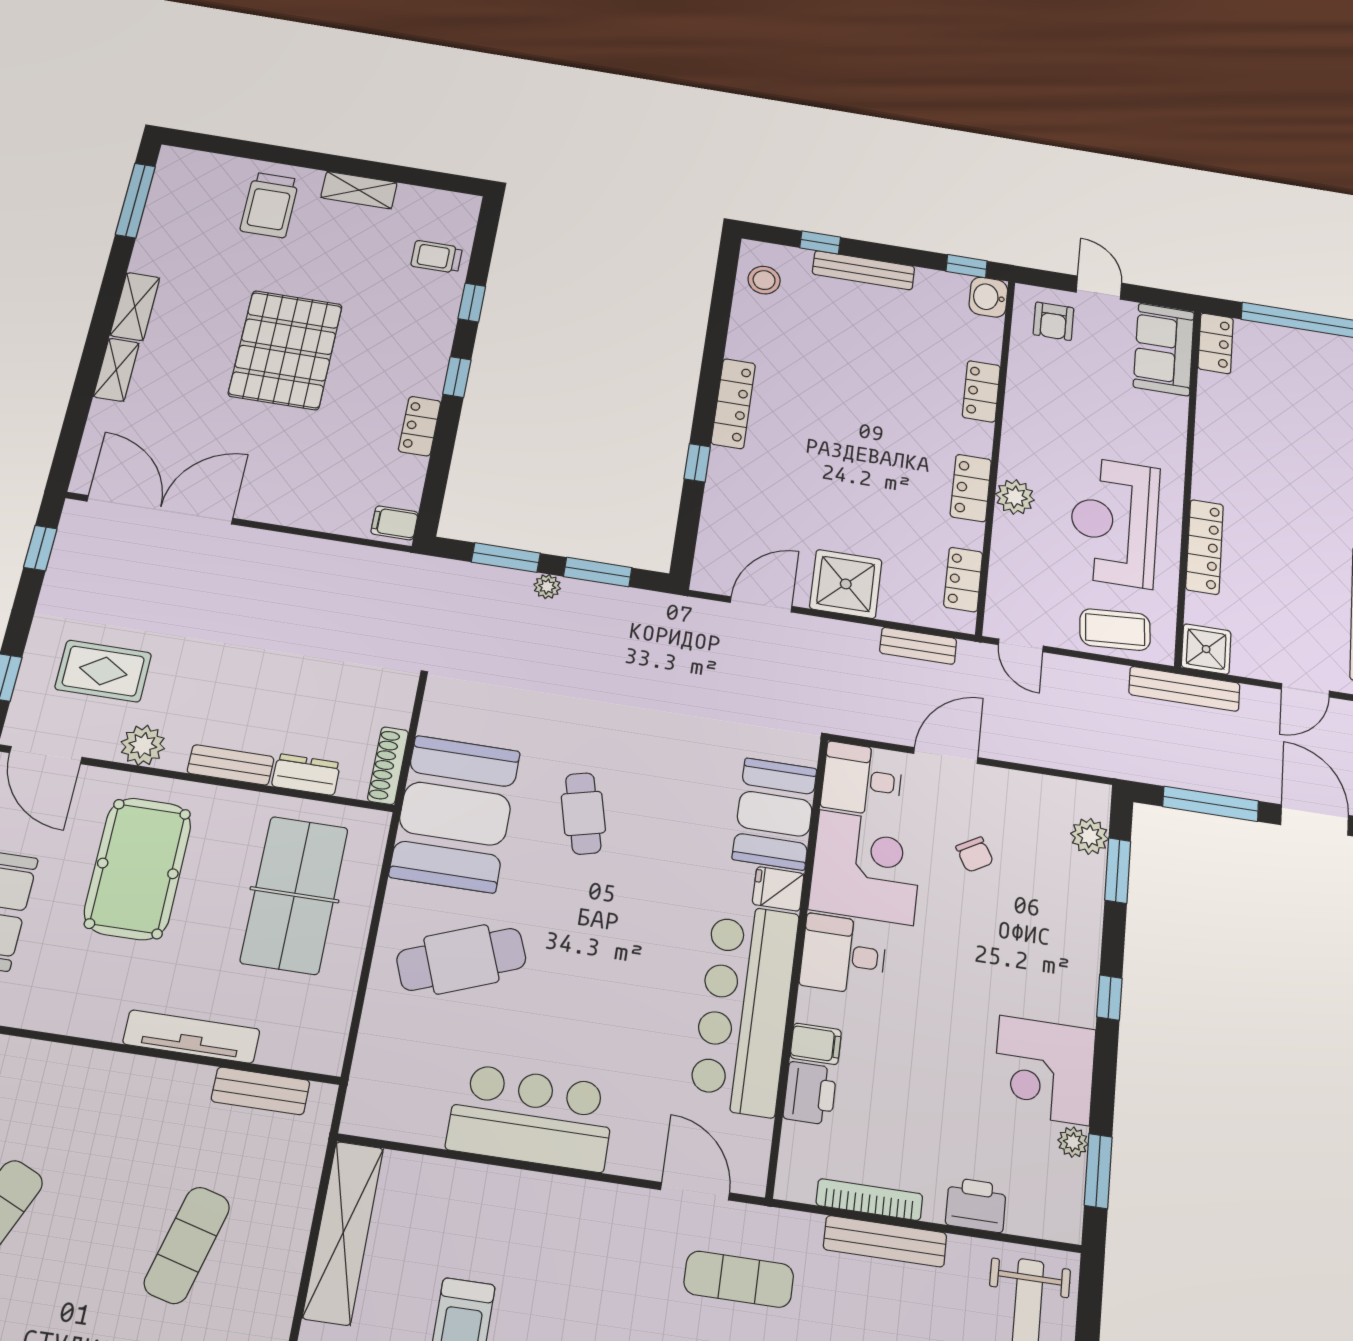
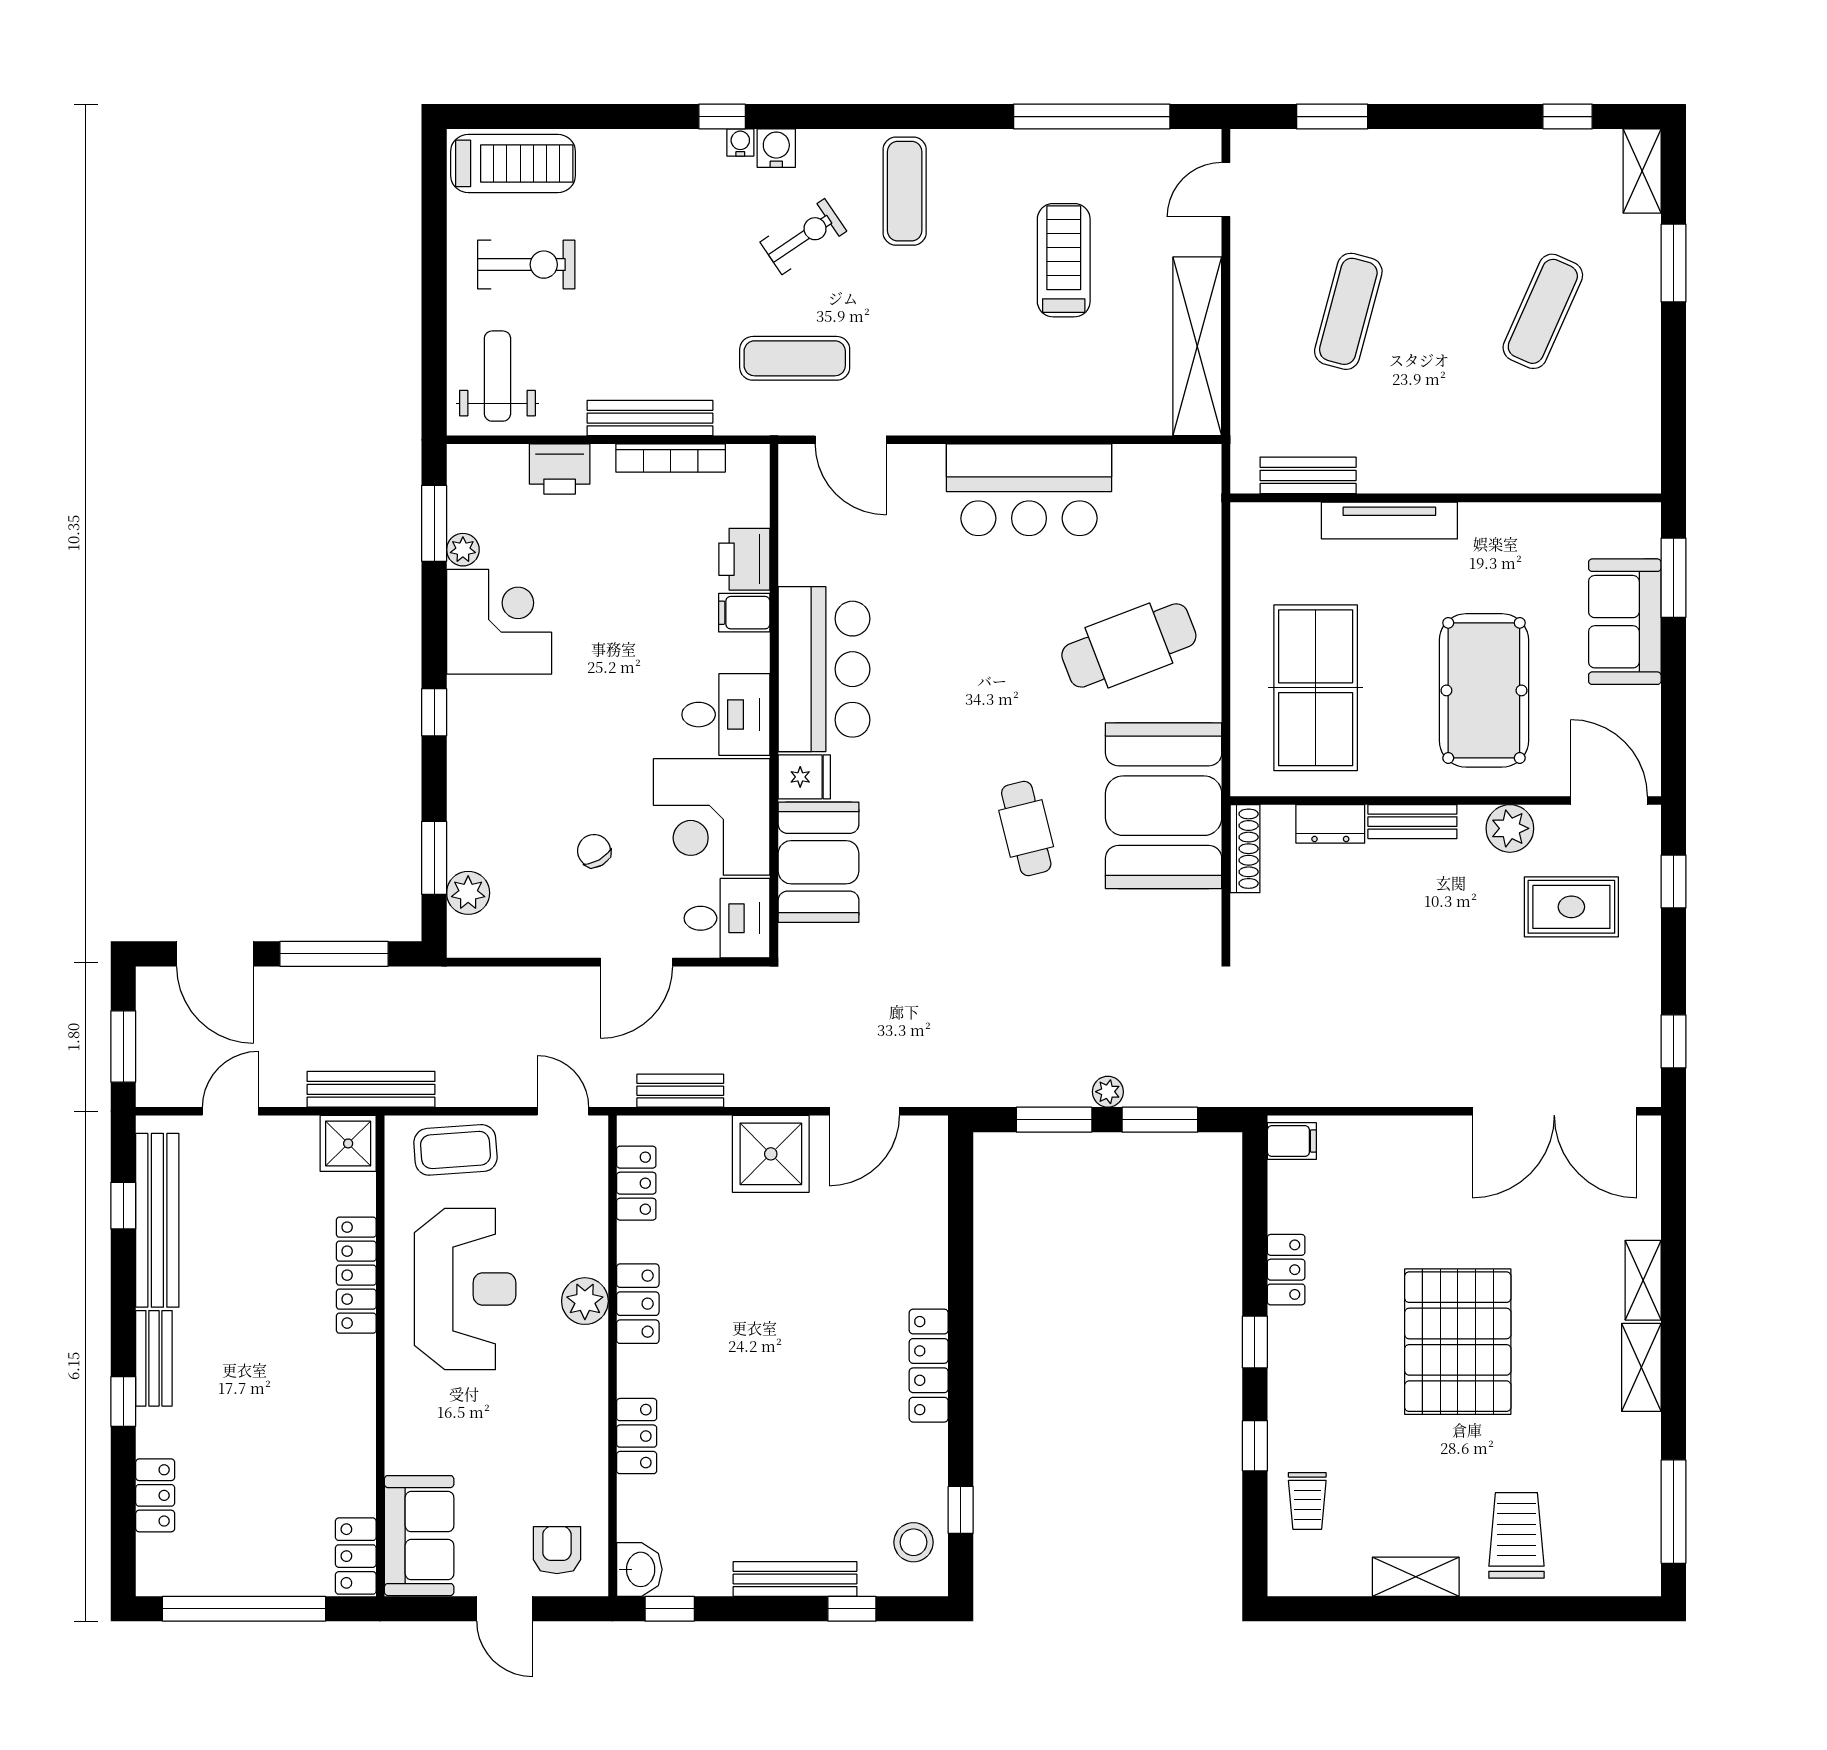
trolley: (437, 257) -> (1307, 1501), turned 90
window: (697, 463) -> (961, 1510), moved
bar counter: (745, 1008) -> (824, 669), width x0.73

